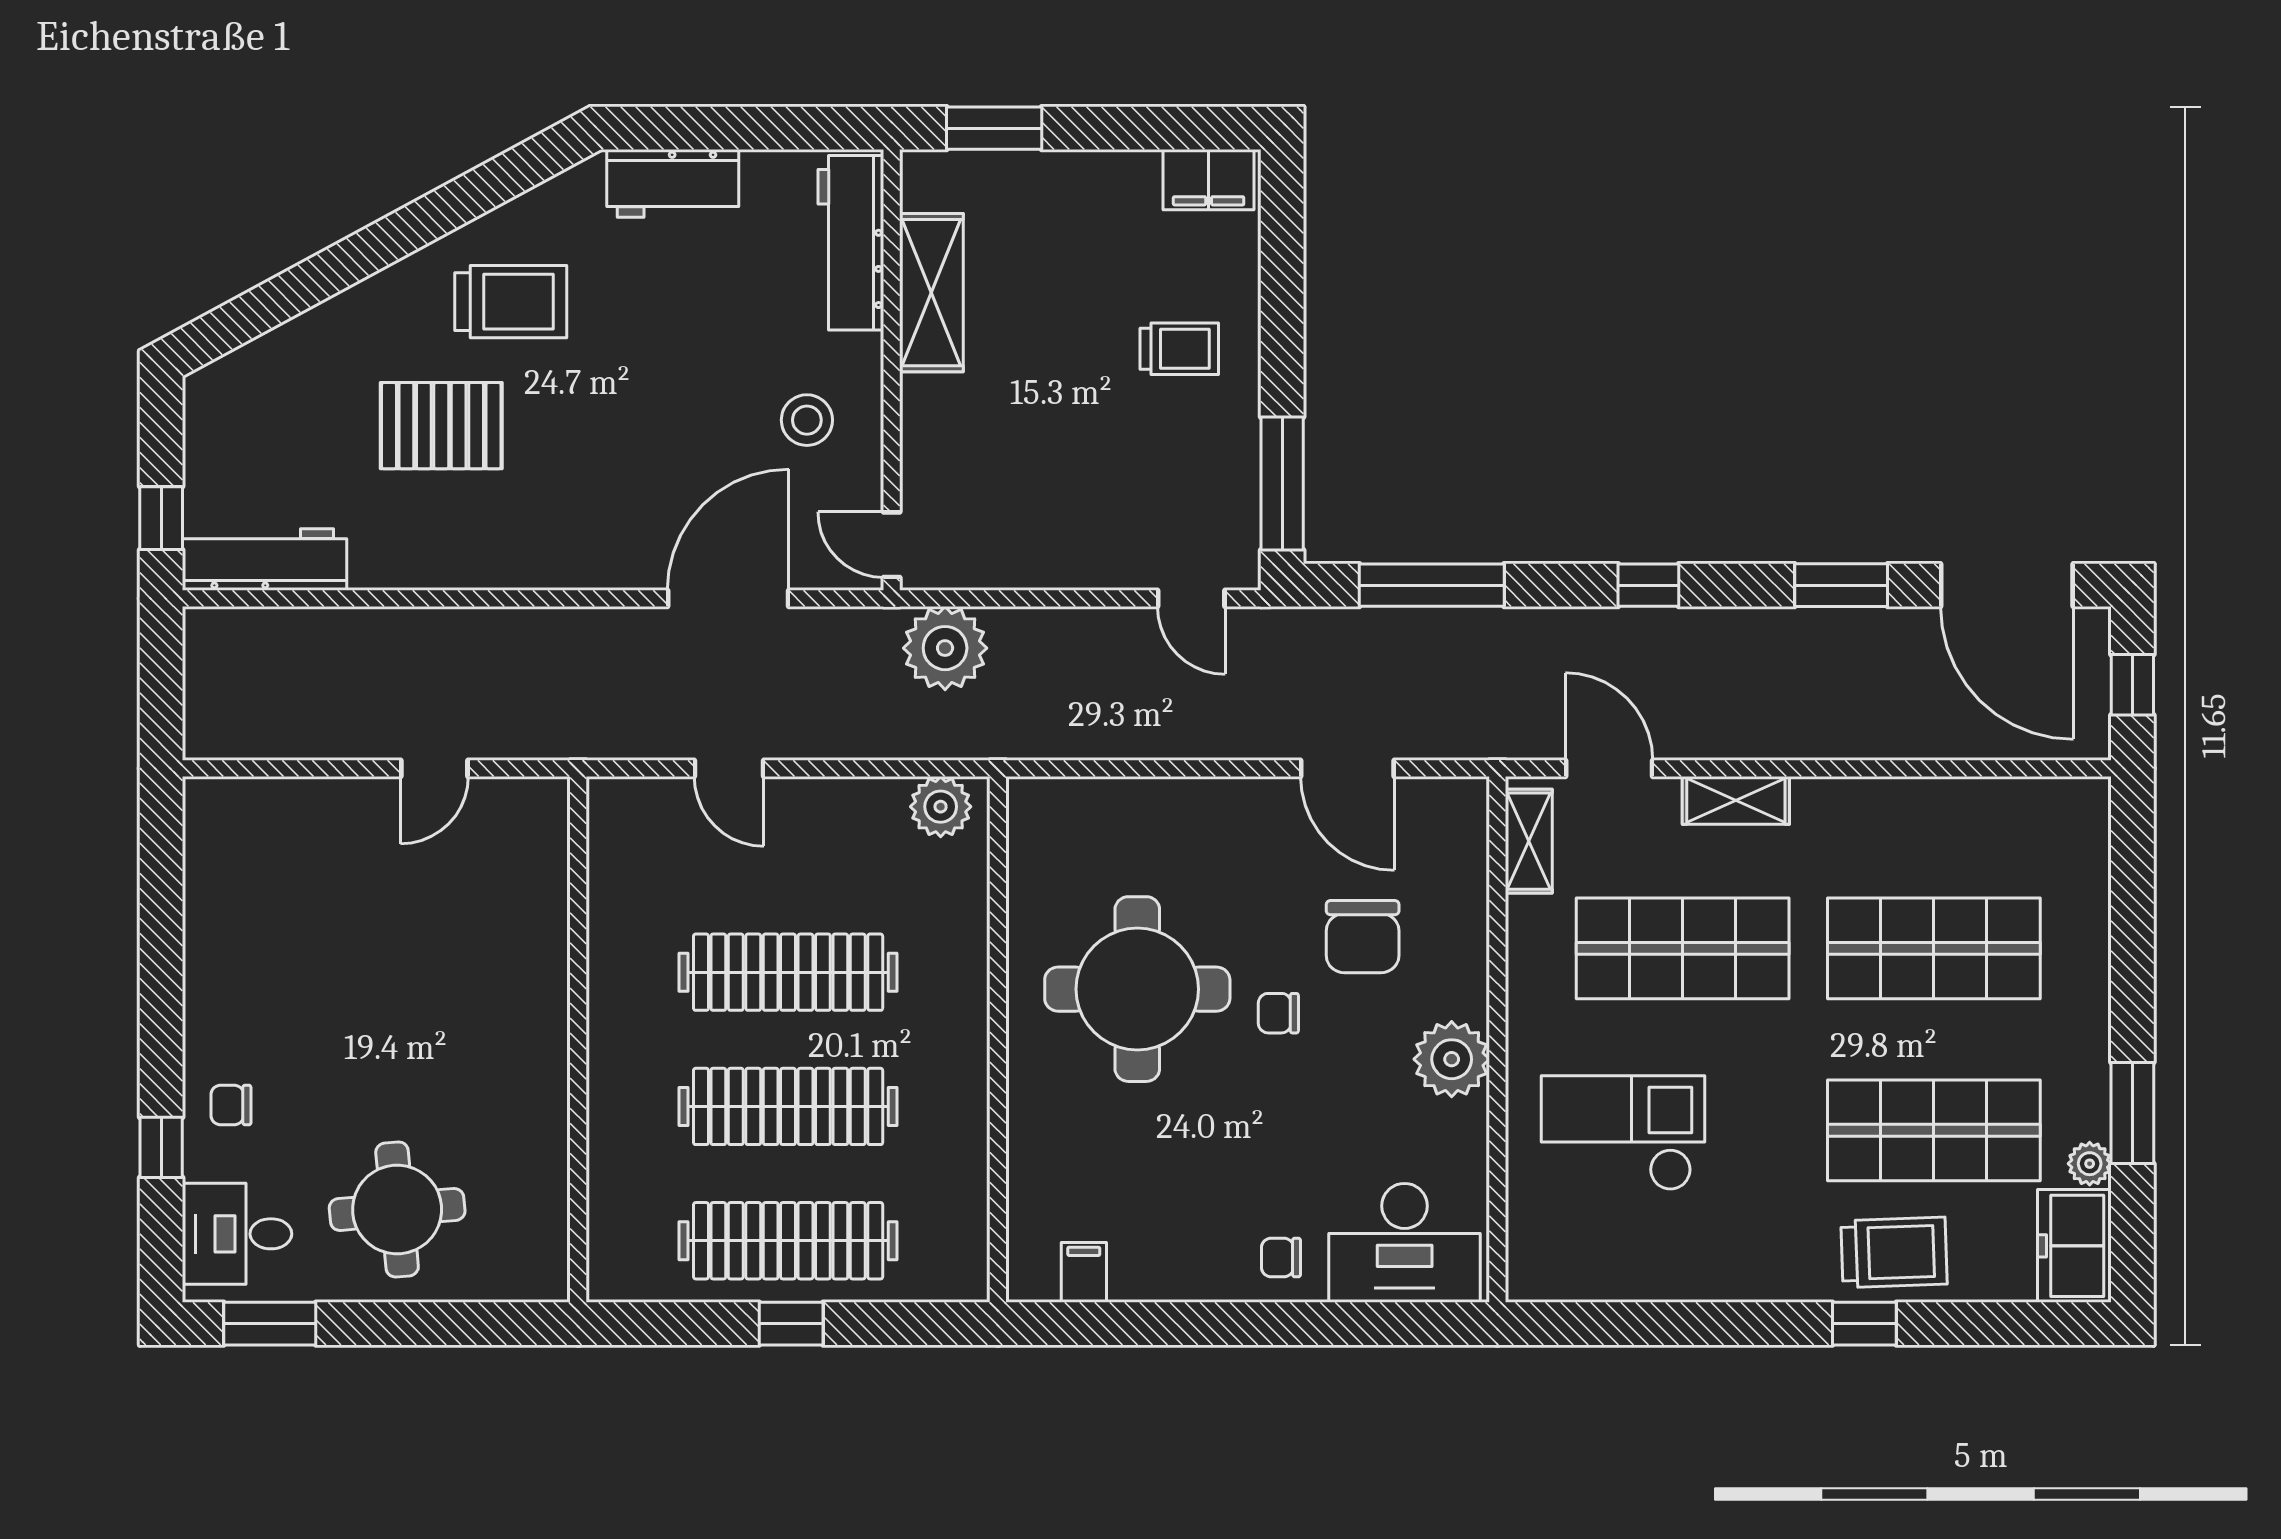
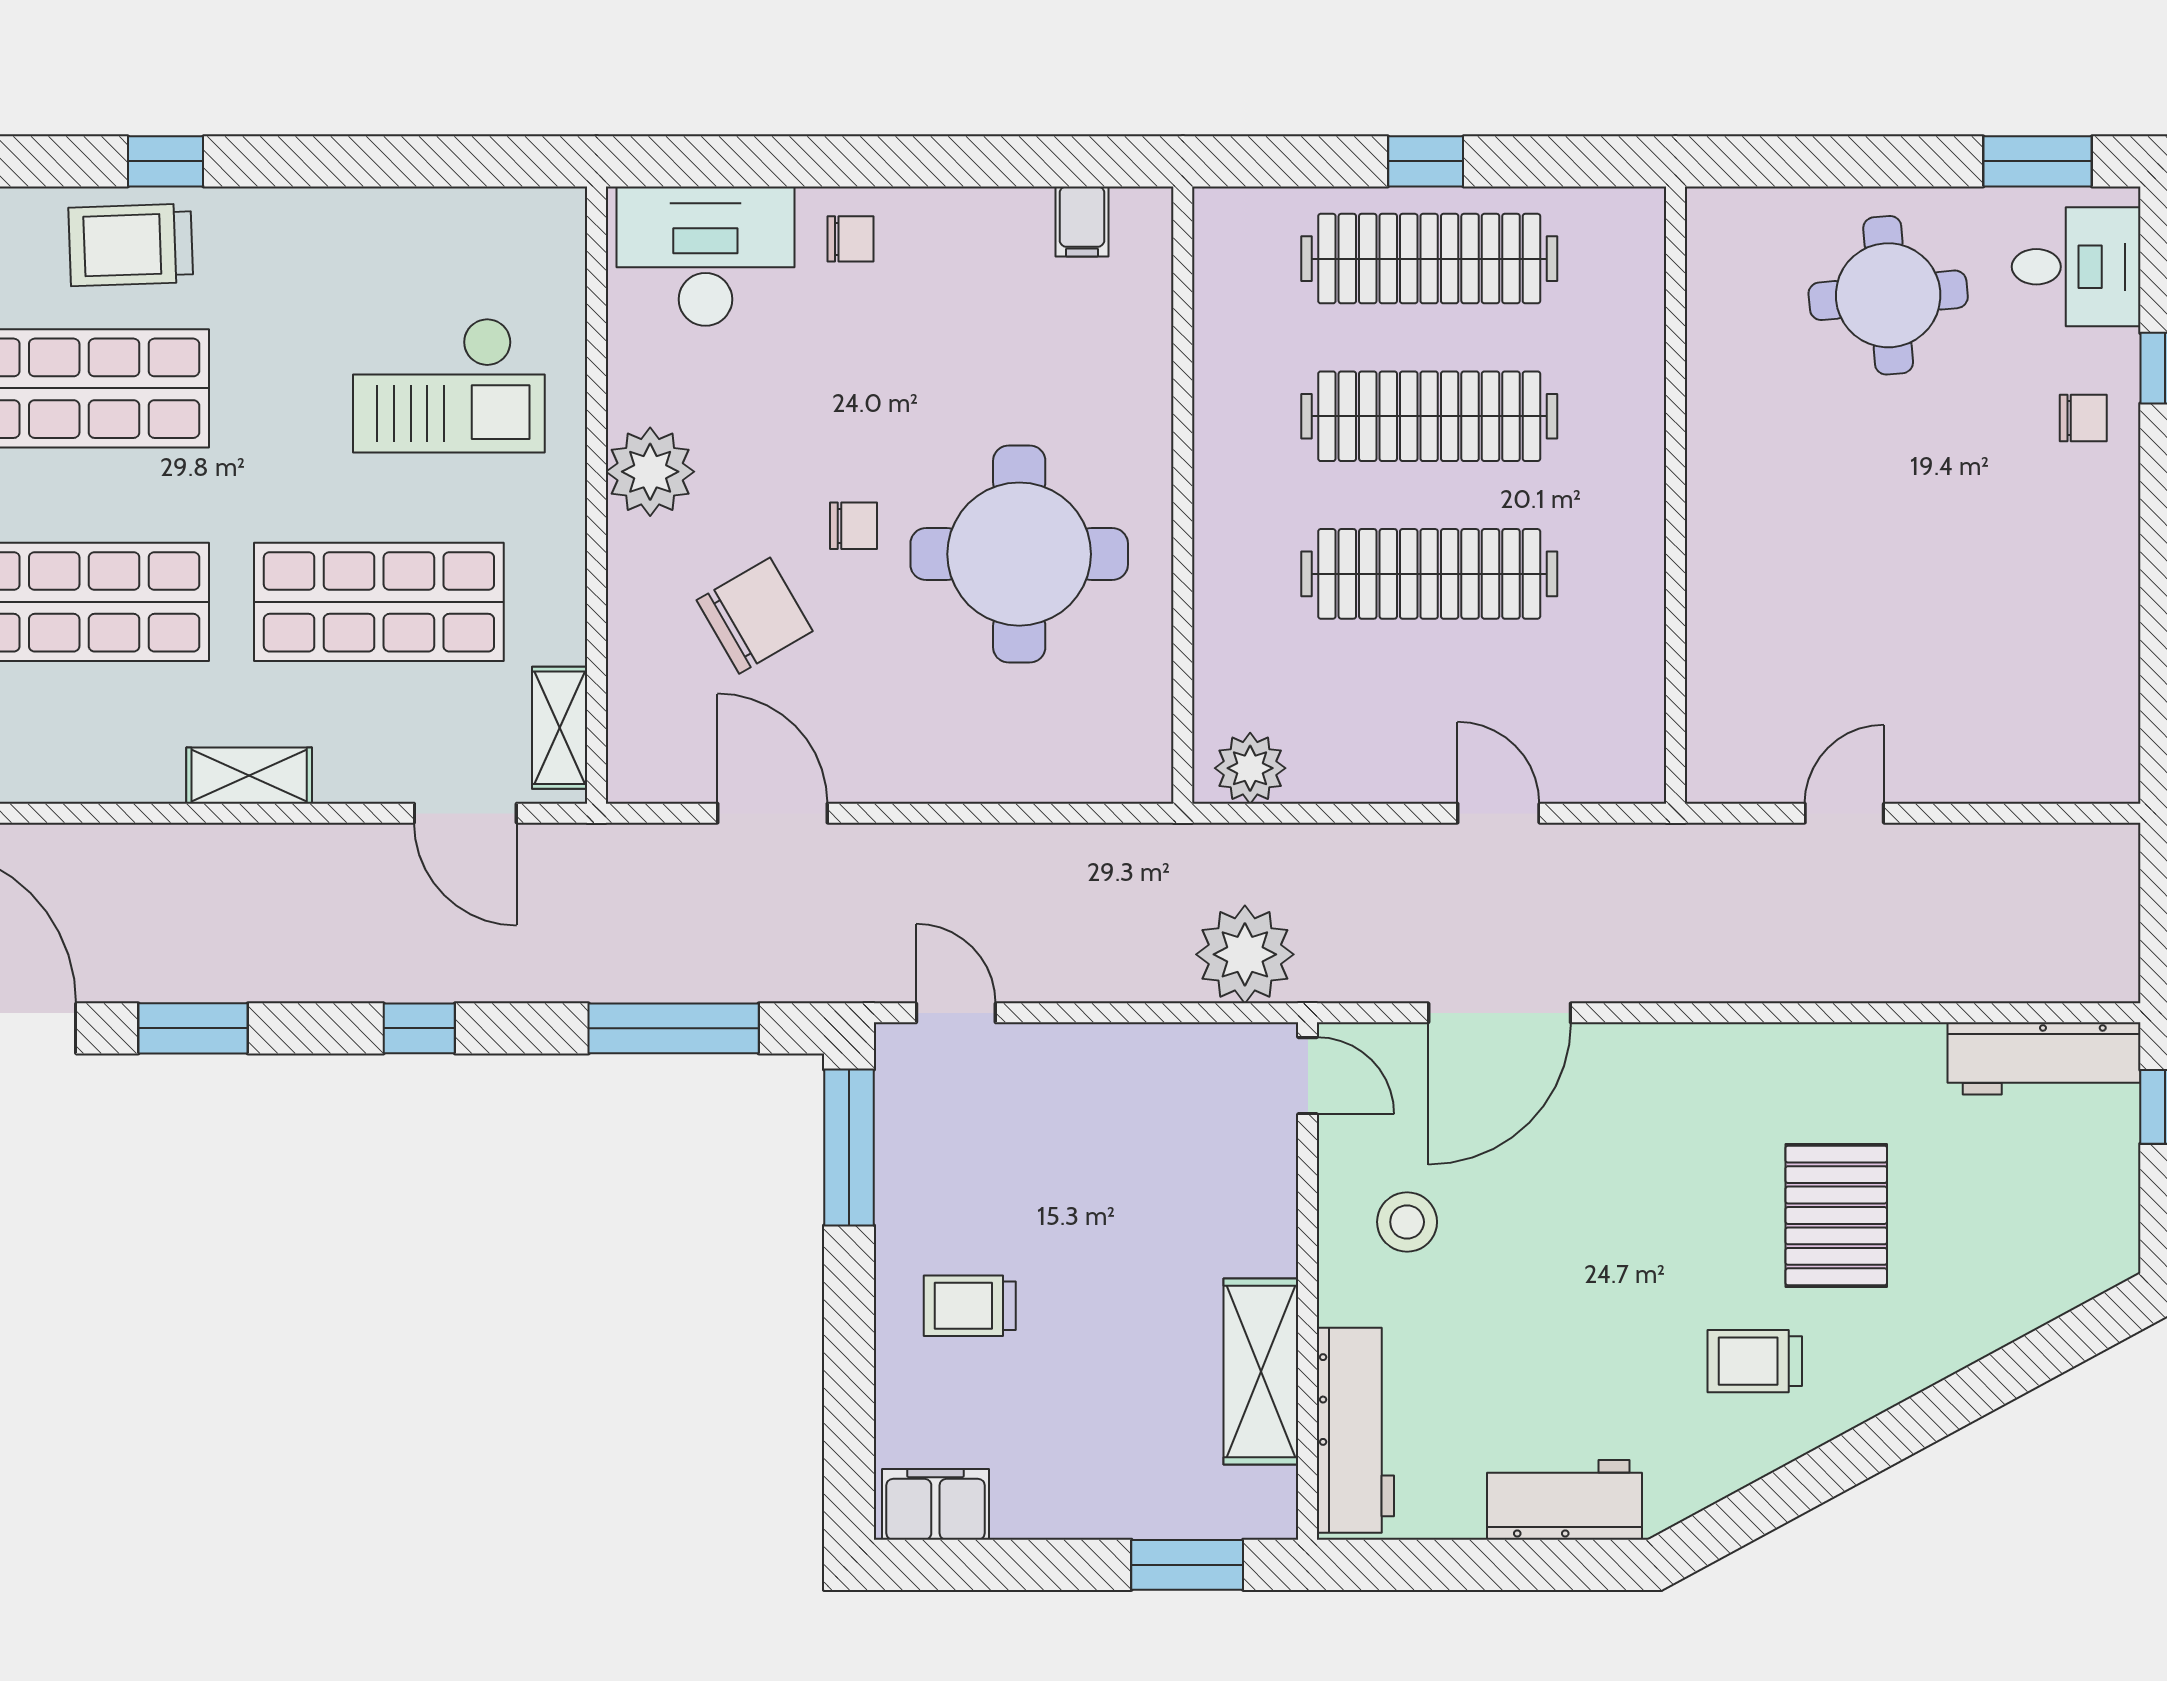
trolley: (511, 302) -> (1755, 1361), width x0.73, depth x0.72
pallet: (441, 426) -> (1836, 1215), turned 90
shelving: (1736, 800) -> (249, 776), moved
chair: (1363, 937) -> (755, 616), turned 60

